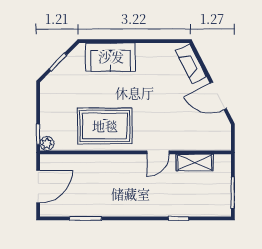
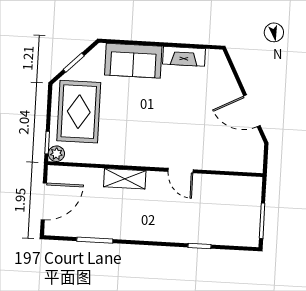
fireplace: (191, 64) -> (184, 56), moved, turned -63
rug: (105, 126) -> (79, 112), moved, turned 90
door: (158, 152) -> (181, 171), hinge flipped
shelving: (195, 162) -> (125, 179), moved

